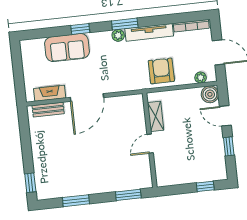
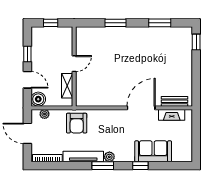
shelving: (156, 116) -> (67, 86), moved
wall: (150, 140) -> (74, 66), moved
door: (150, 144) -> (74, 64), moved

